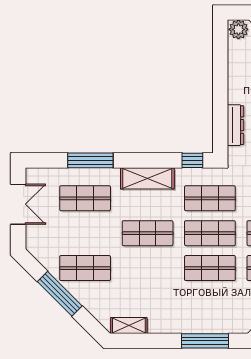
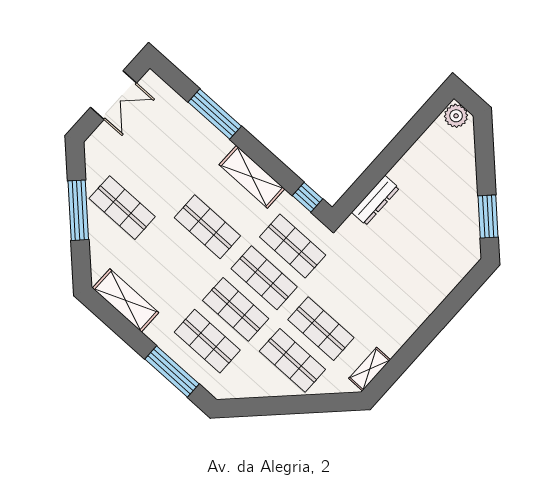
shop shelf: (85, 198) -> (207, 341), moved
shelving: (129, 325) -> (126, 300), width x1.50, depth x1.33

